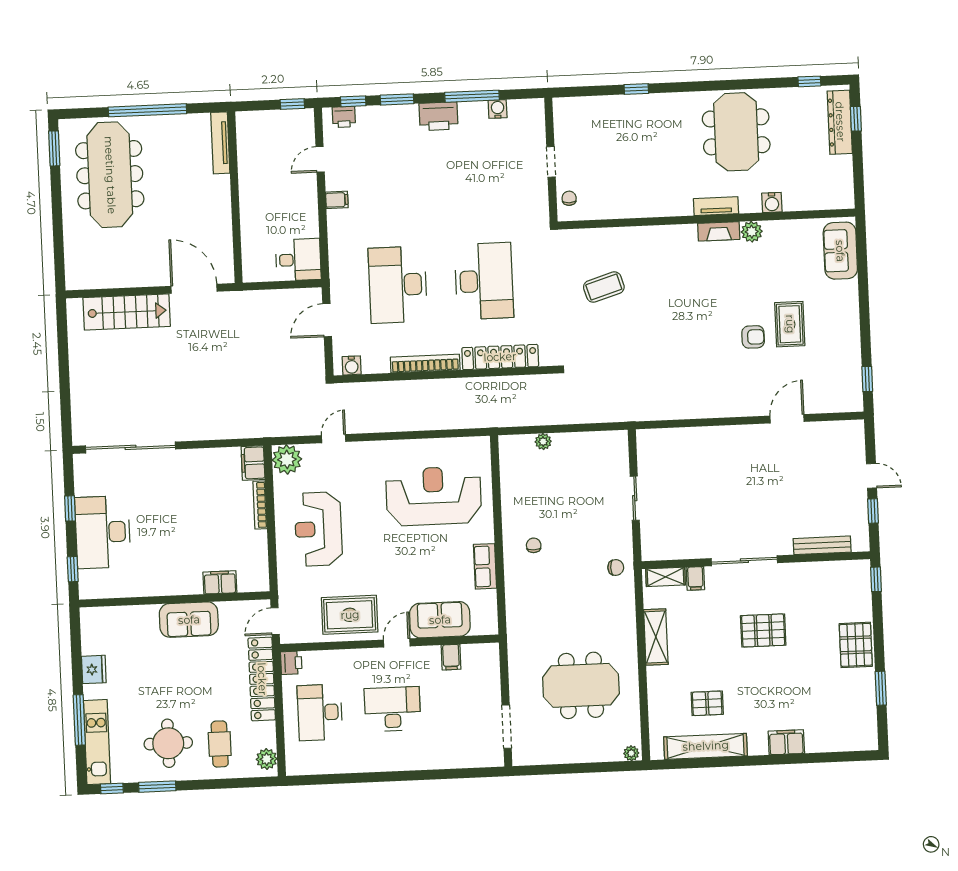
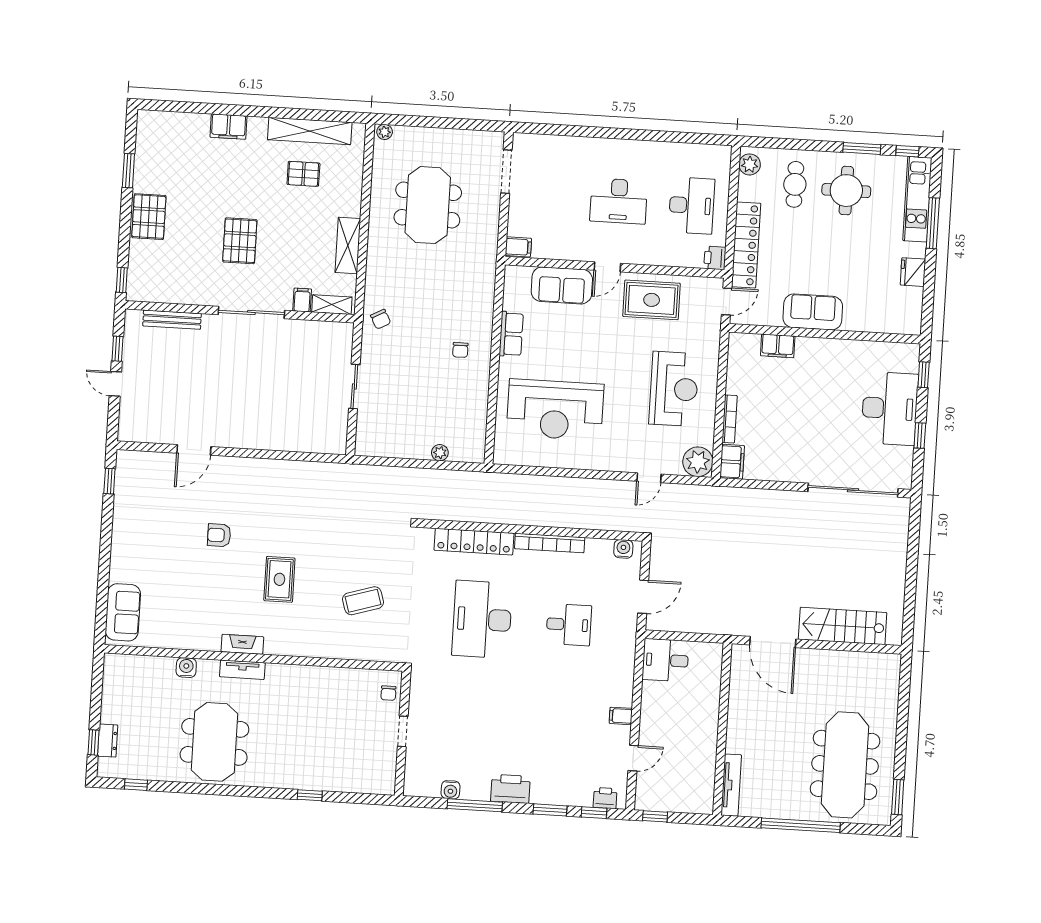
dresser: (840, 122) -> (108, 741), width x0.51, depth x0.80
plant: (752, 232) -> (209, 641), removed
desk: (398, 285) -> (569, 625), width x0.53, depth x0.77
rug: (790, 324) -> (279, 579), moved
chair: (616, 567) -> (381, 319), turned -118
pallet: (763, 630) -> (240, 241), turned 90
filing cabinet: (451, 657) -> (518, 247), moved, turned 90
meeting table: (581, 685) -> (428, 205), turned 90

